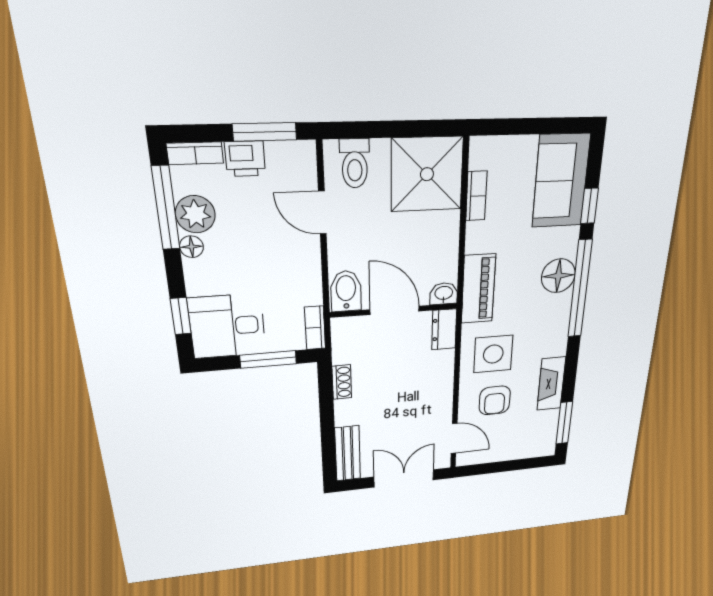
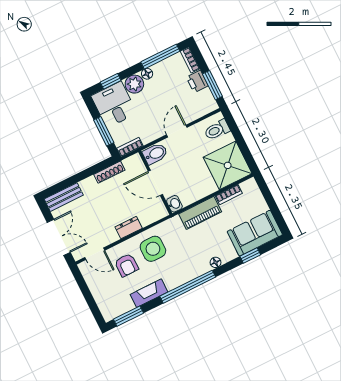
door: (322, 213) -> (177, 131), moved
plant: (195, 214) -> (134, 84), moved
floor lamp: (558, 276) -> (216, 262), width x0.53, depth x0.53
piano: (478, 289) -> (200, 213), moved
window: (580, 289) -> (188, 287), moved
door: (395, 310) -> (155, 183), swing flipped
dresser: (444, 329) -> (129, 228), moved
shoe rack: (342, 382) -> (109, 172), width x1.43
armchair: (495, 400) -> (127, 265), turned -90
door: (454, 438) -> (95, 254), hinge flipped

